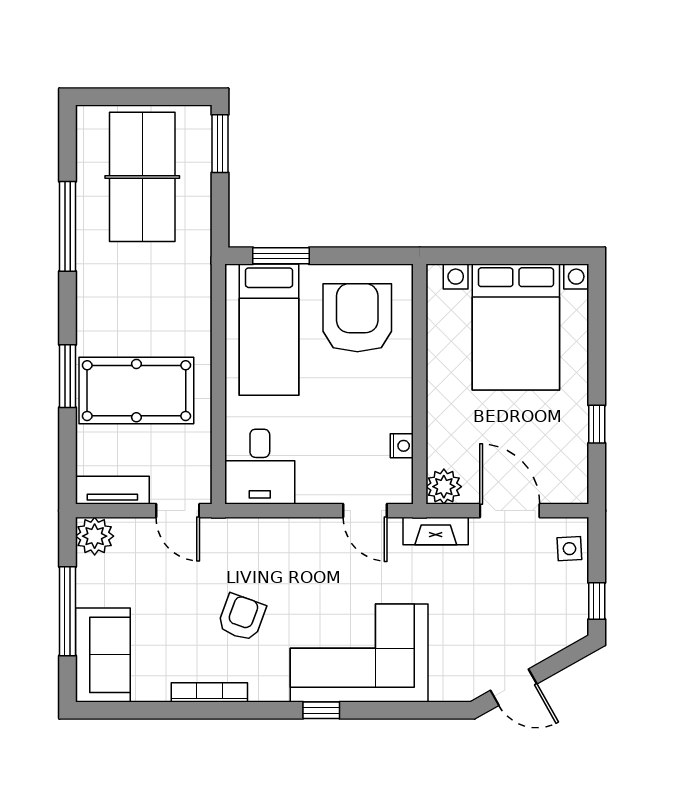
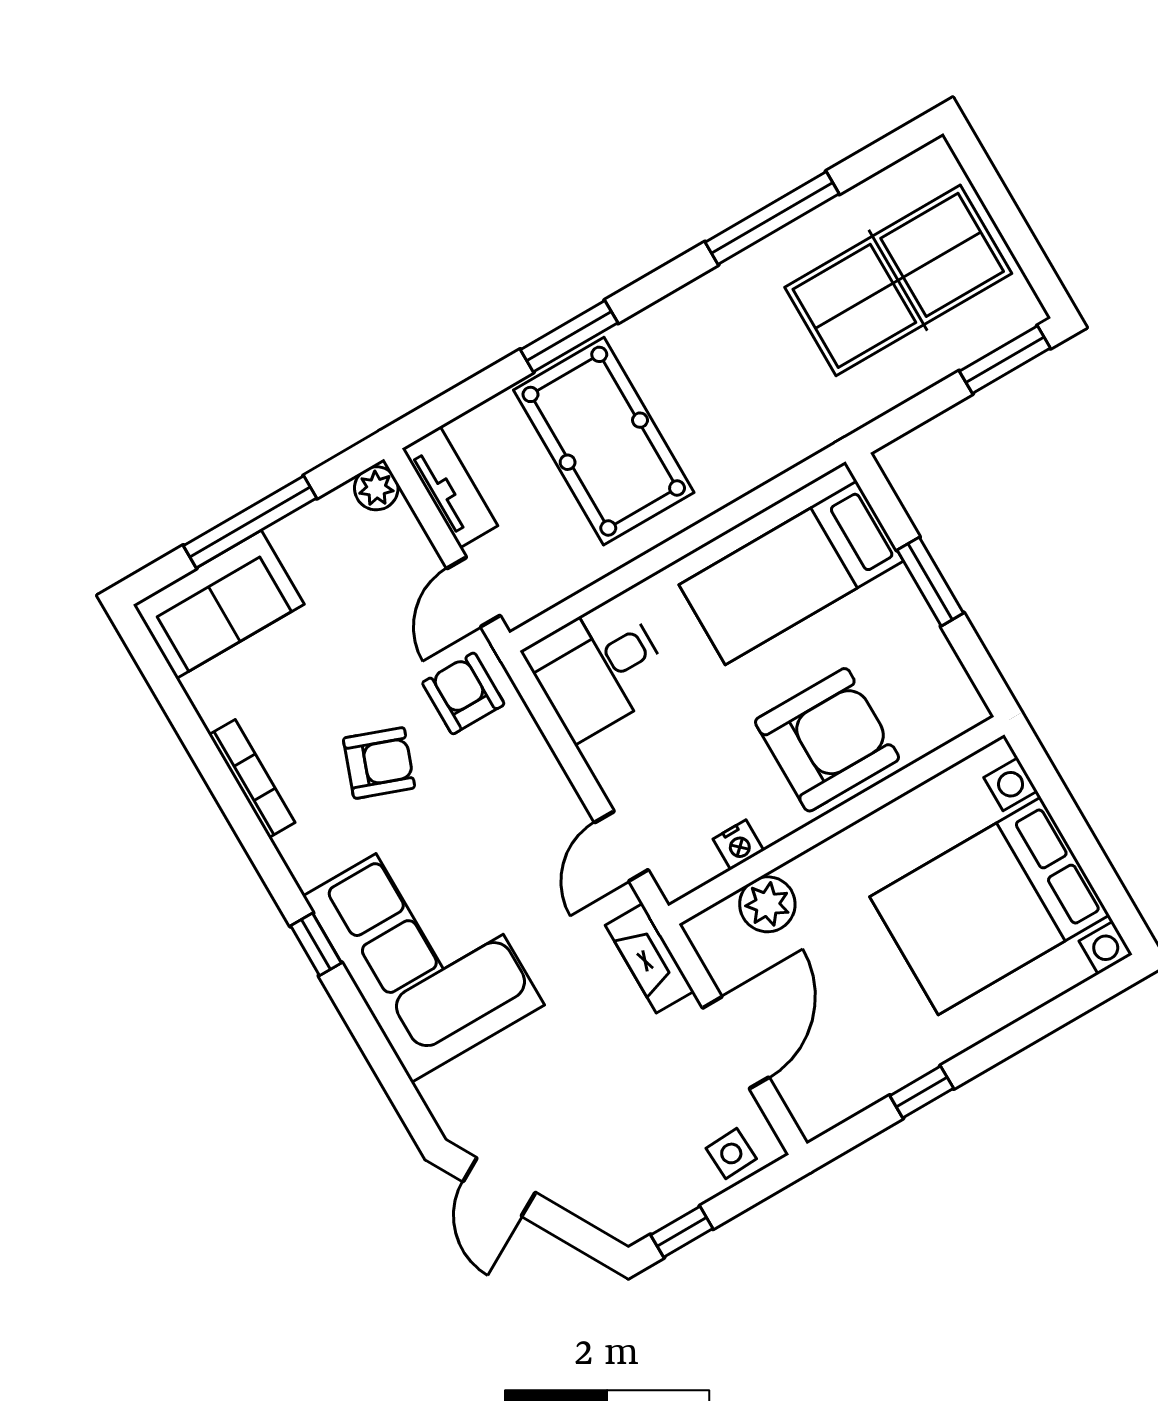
window: (281, 256) -> (930, 582), moved
armchair: (357, 318) -> (827, 740), moved
plant: (444, 487) -> (767, 904), moved
plant: (95, 536) -> (376, 488), width x0.73, depth x0.73
armchair: (230, 549) -> (463, 693), added

